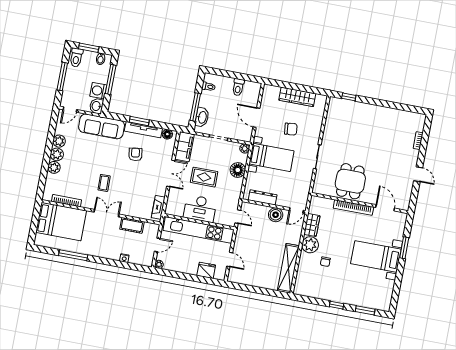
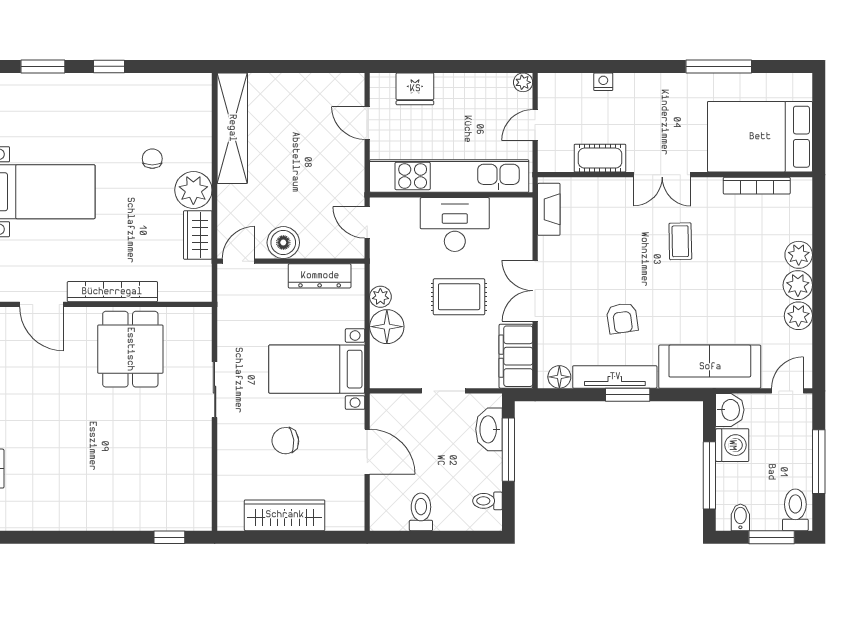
plant: (245, 149) -> (380, 297), moved

